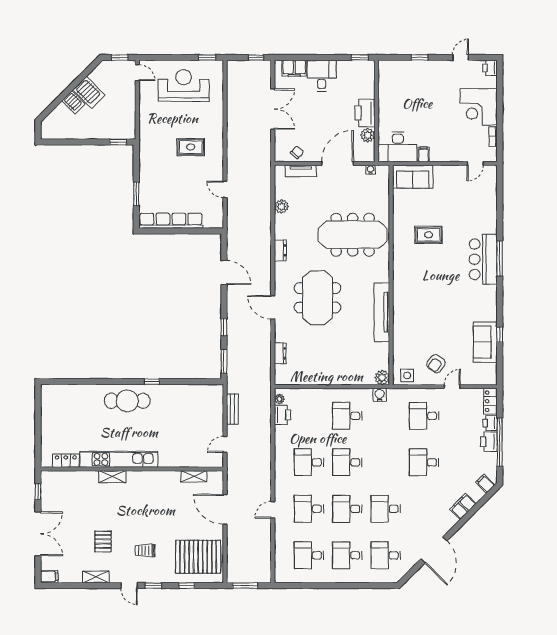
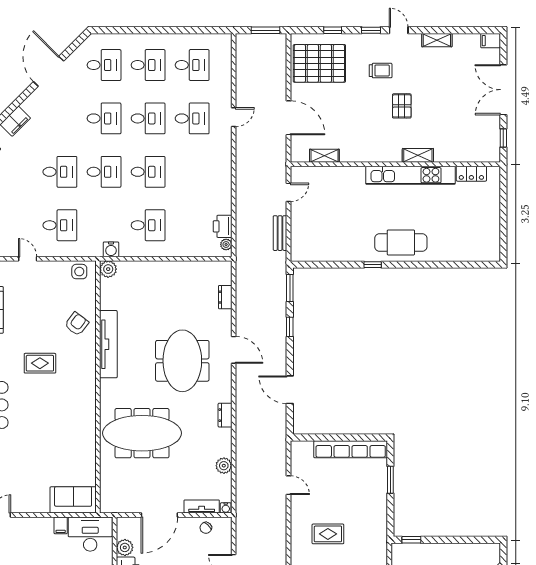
water cooler: (371, 170) -> (226, 508), moved
rug: (429, 235) -> (40, 363), moved
armchair: (436, 364) -> (77, 324), moved
door: (452, 387) -> (28, 259), swing flipped
desk: (309, 462) -> (104, 172), moved
pallet: (103, 541) -> (402, 106), moved

